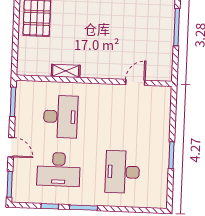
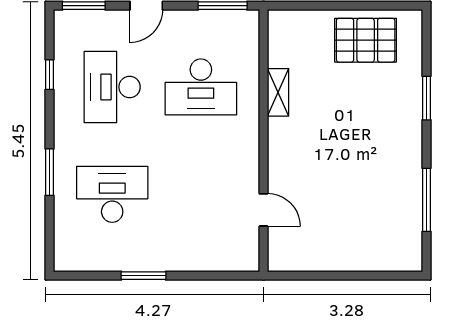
window: (177, 27) -> (359, 276), removed
window: (83, 208) -> (50, 172), moved

